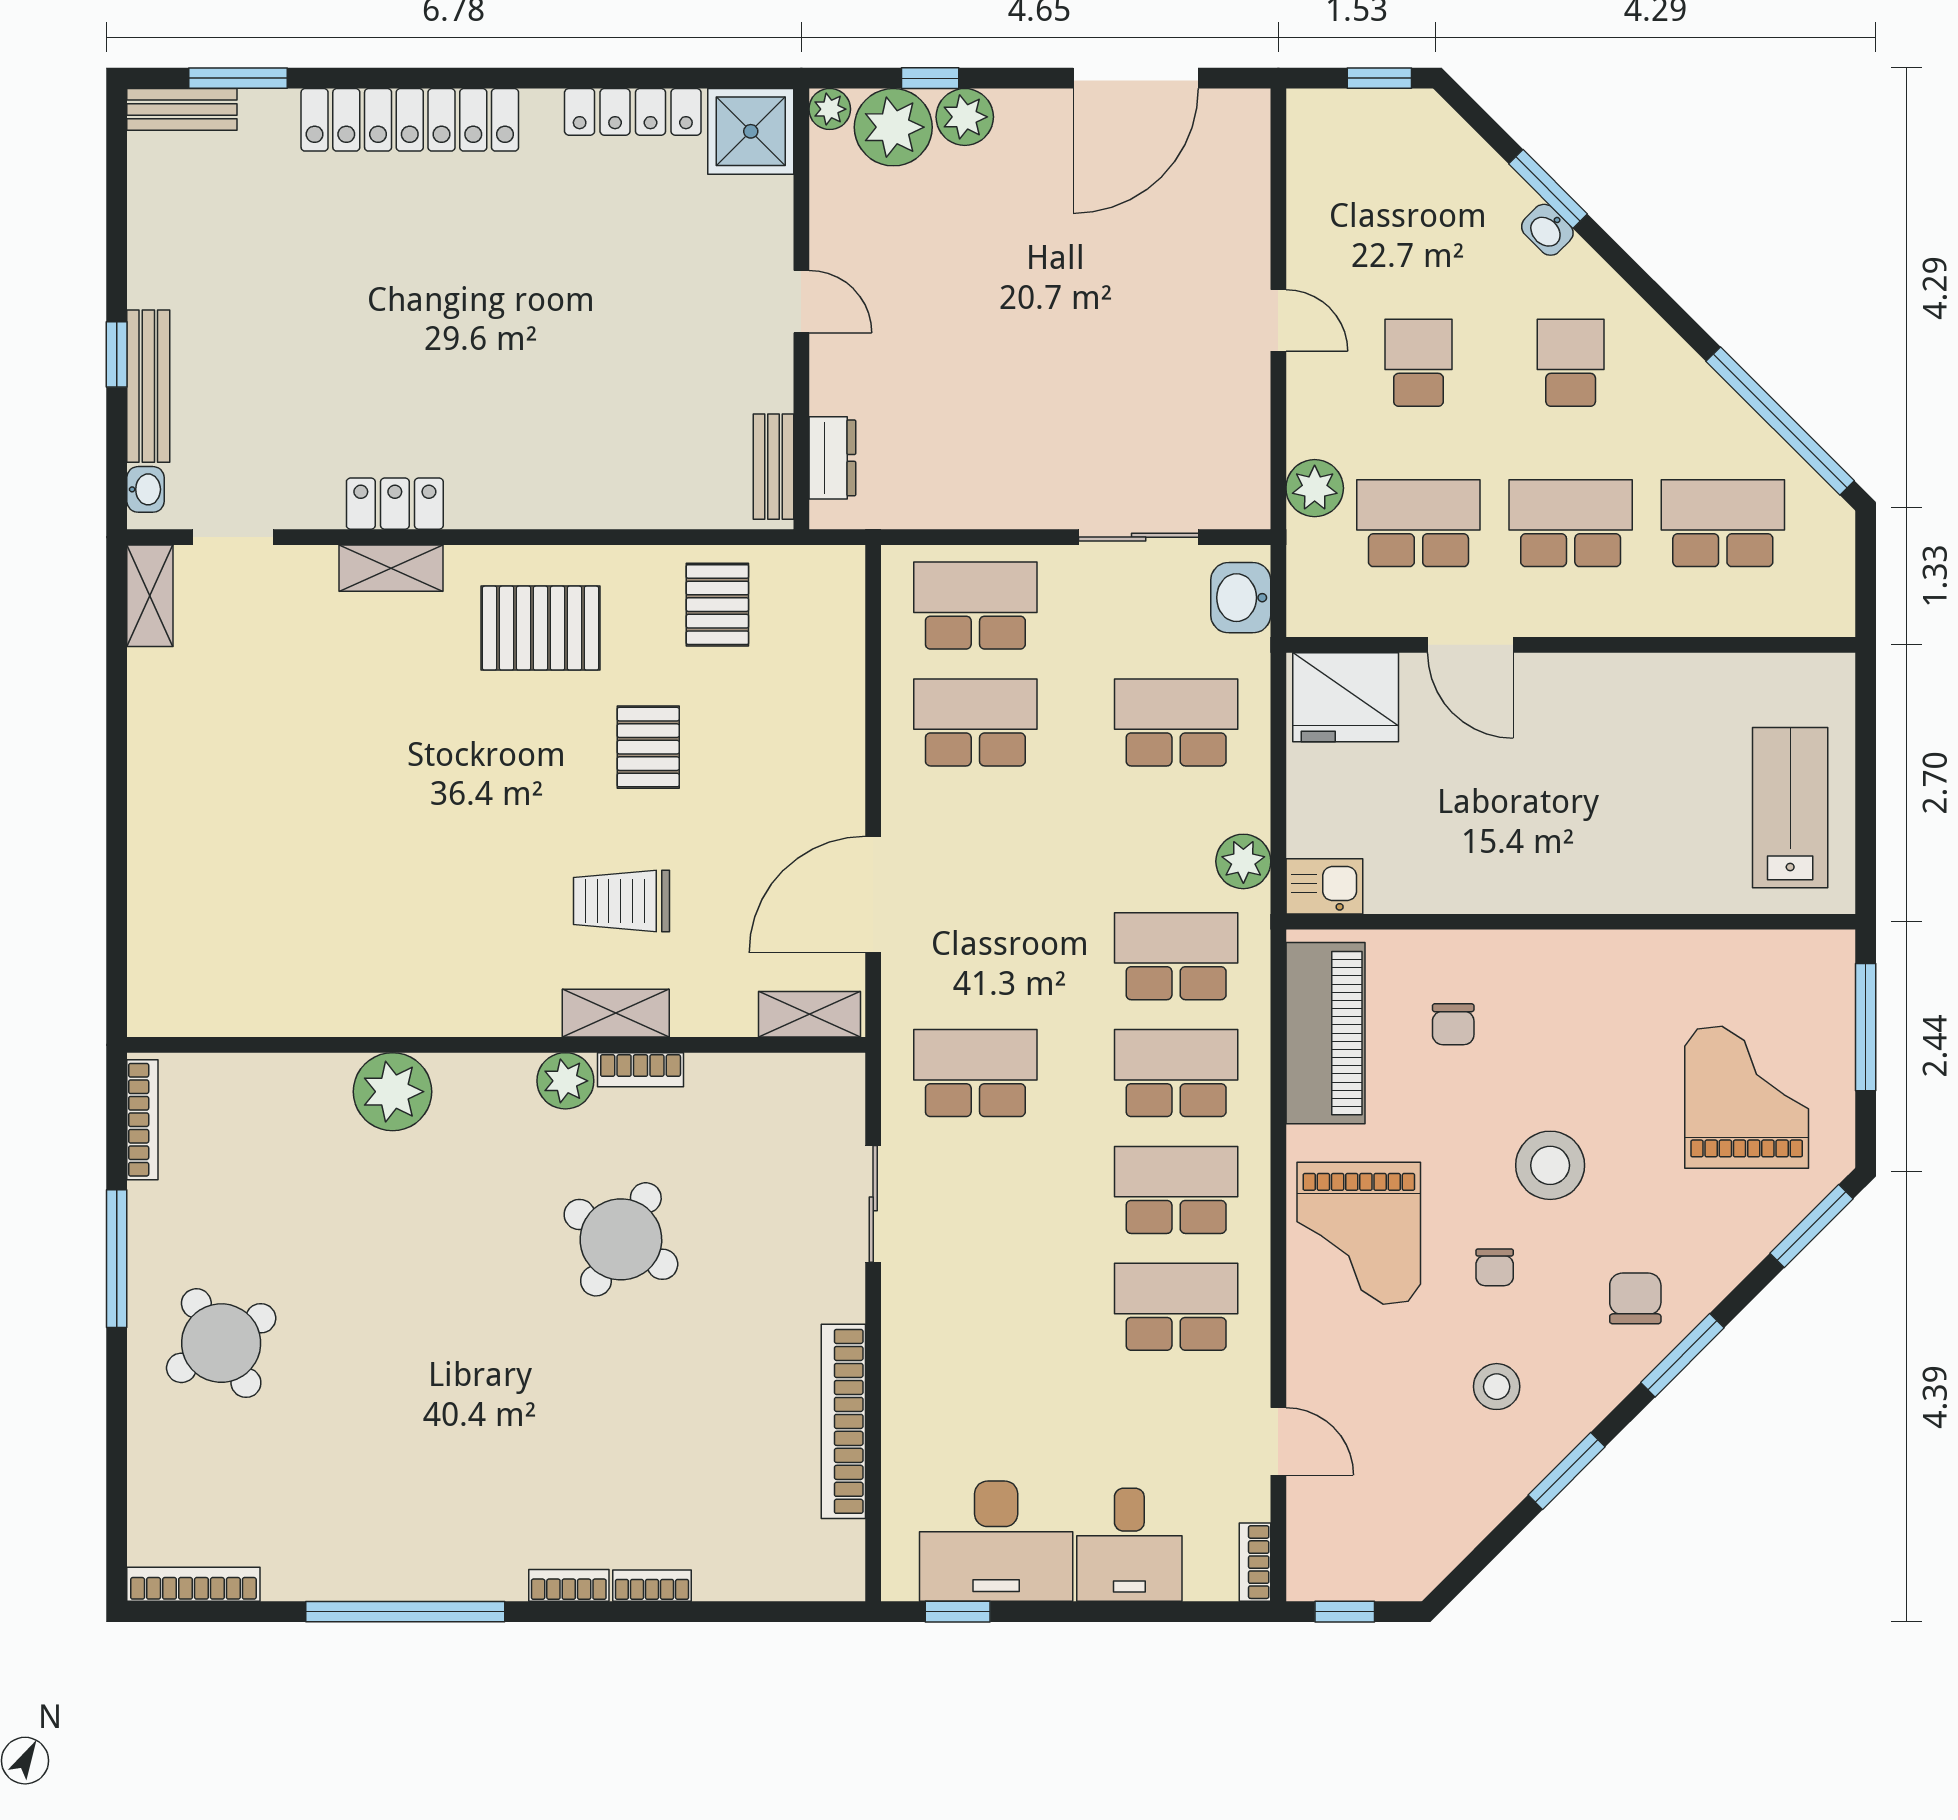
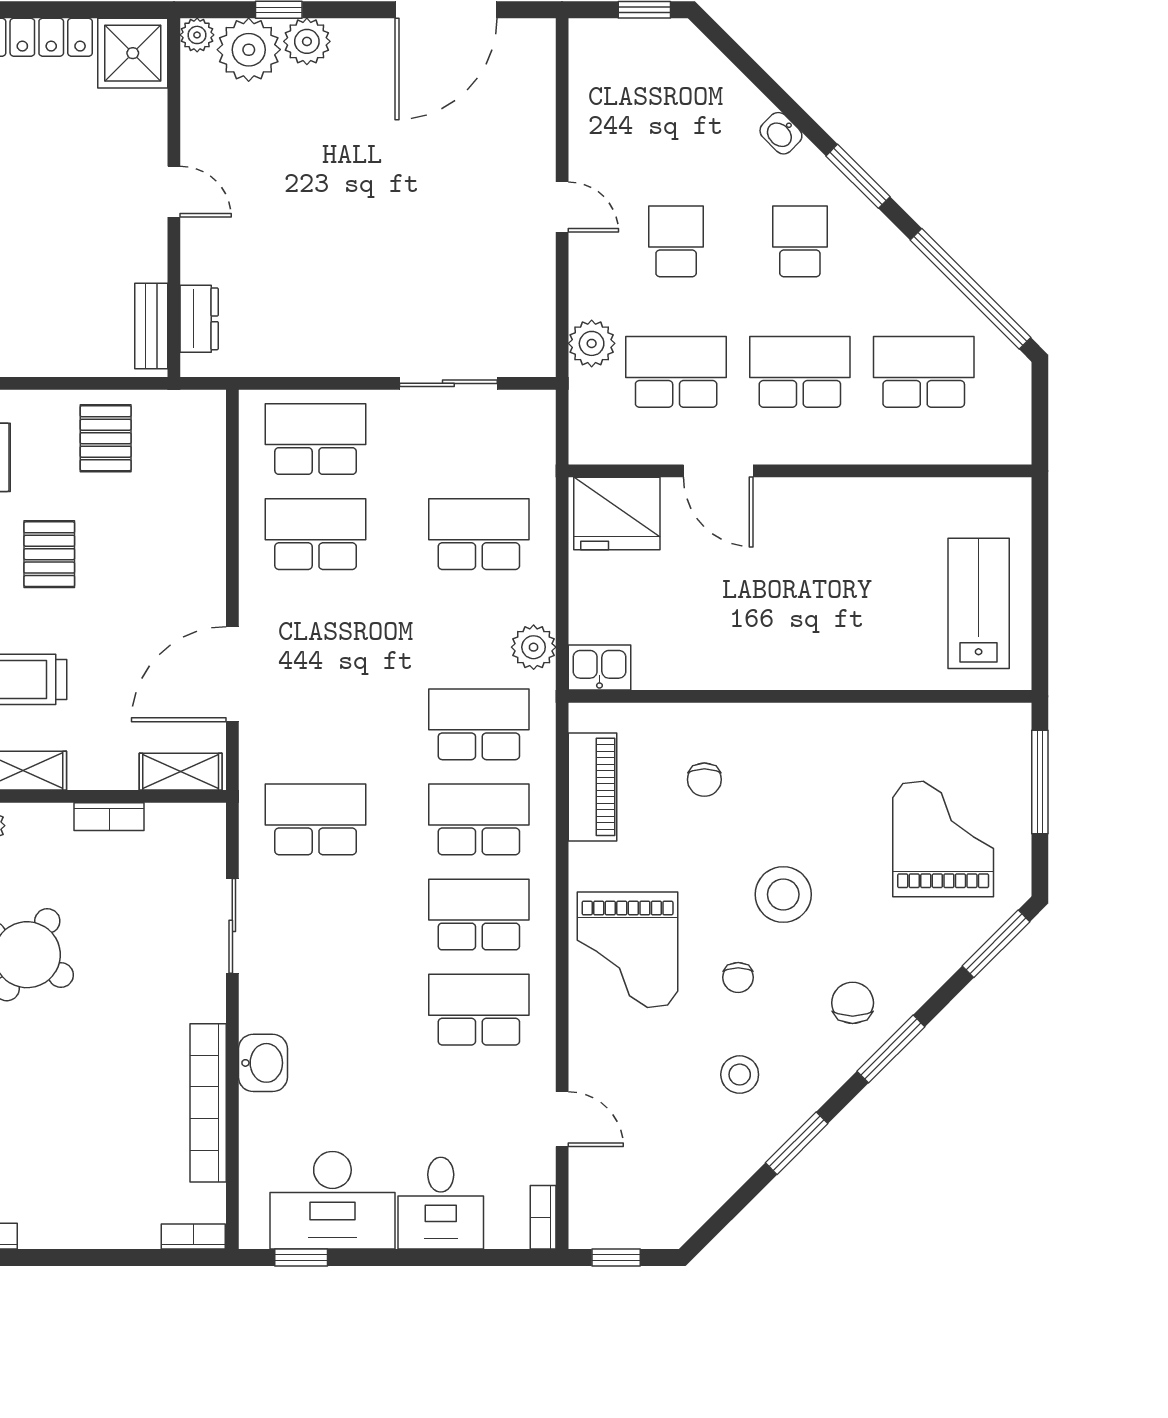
window: (1548, 189) -> (858, 176), moved
washbasin: (1241, 598) -> (263, 1063), moved, turned 180
piano: (1325, 1033) -> (592, 787), width x0.73, depth x0.75
bookcase: (641, 1070) -> (109, 817), moved
bookcase: (652, 1586) -> (193, 1236), moved

